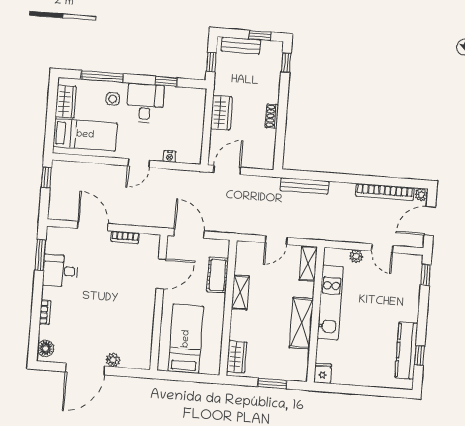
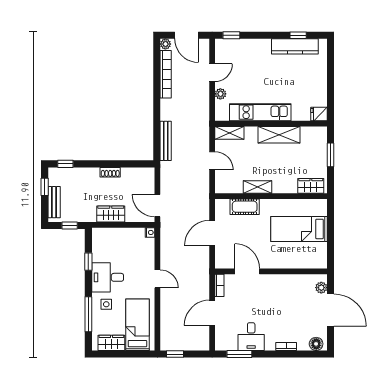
nightstand: (170, 156) -> (150, 232), moved
door: (161, 274) -> (247, 271), moved
wall: (159, 302) -> (271, 271), moved

